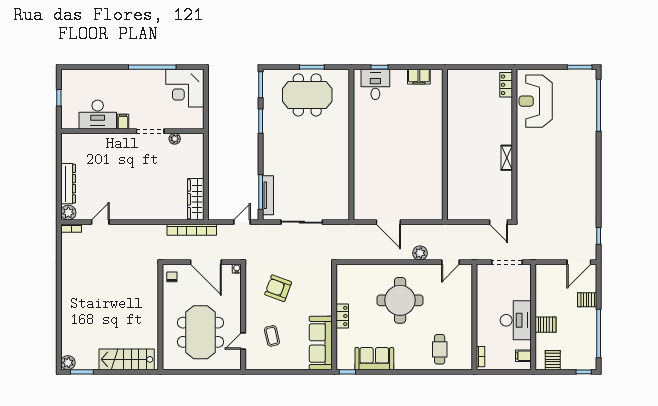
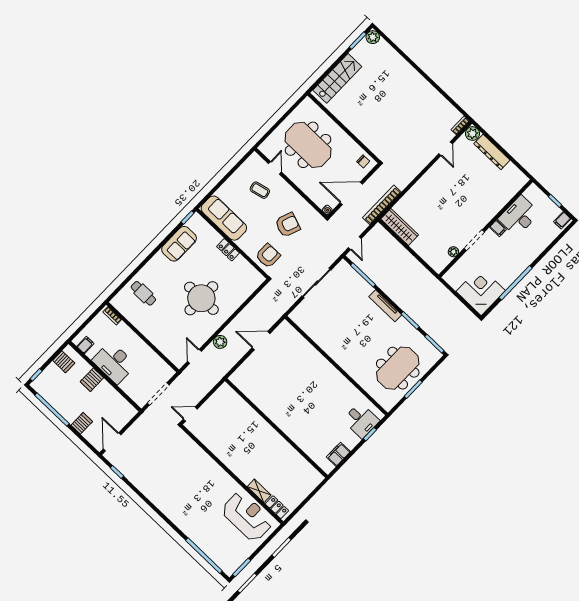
filing cabinet: (69, 78) -> (562, 220), added
shelving: (507, 158) -> (259, 491), moved
tv unit: (268, 195) -> (385, 306), moved
armchair: (317, 280) -> (268, 256), added

